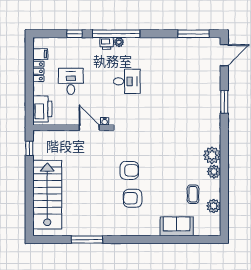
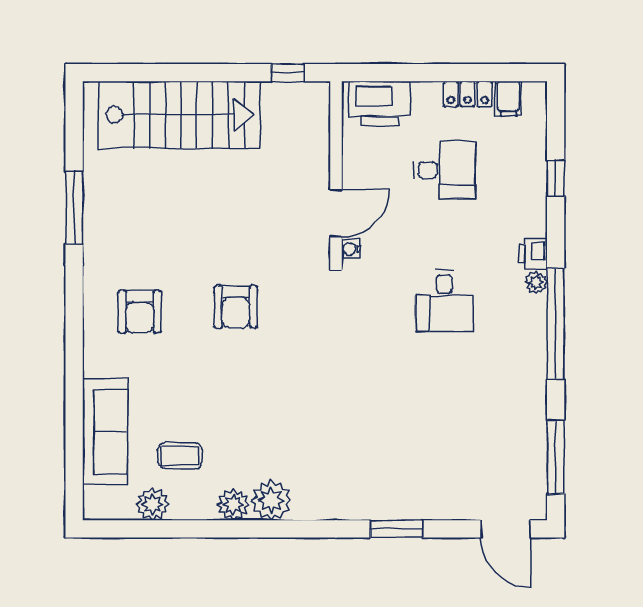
window: (116, 34) -> (556, 324), moved
armchair: (133, 198) -> (140, 312), moved, turned 180
sofa: (177, 226) -> (105, 431), width x1.36

